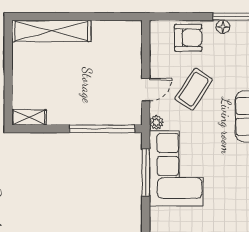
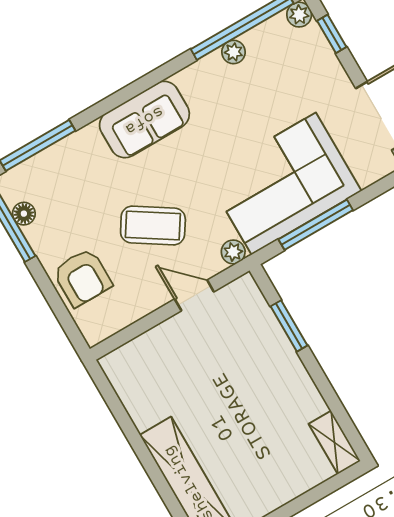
floor lamp: (223, 27) -> (24, 214), moved
armchair: (188, 38) -> (82, 277), turned 180
window: (102, 129) -> (289, 326), width x0.47

